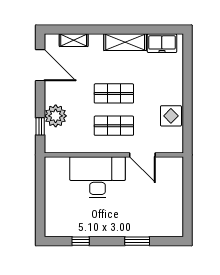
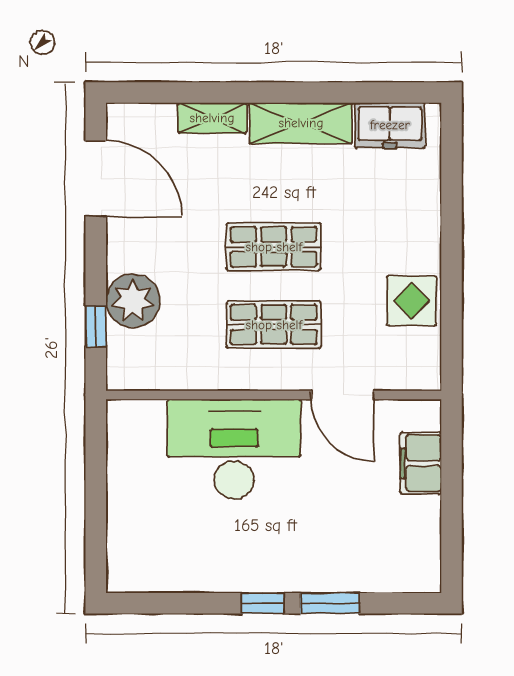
shelving: (74, 40) -> (212, 118), moved
filing cabinet: (175, 183) -> (421, 463), added
window: (81, 241) -> (263, 603), moved

